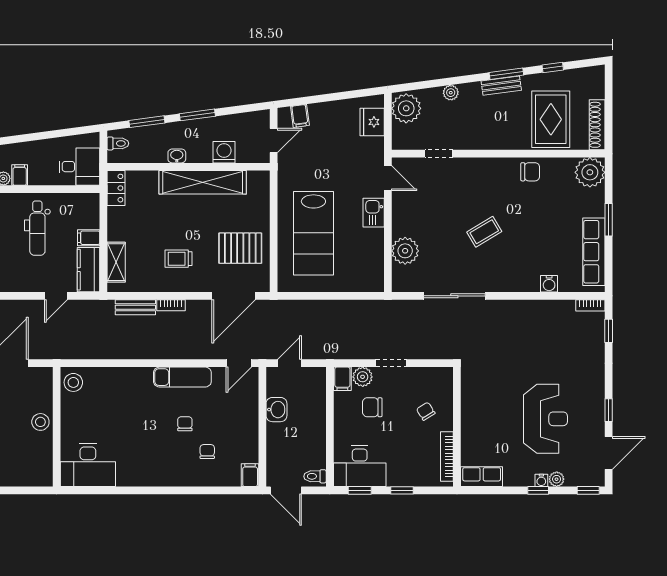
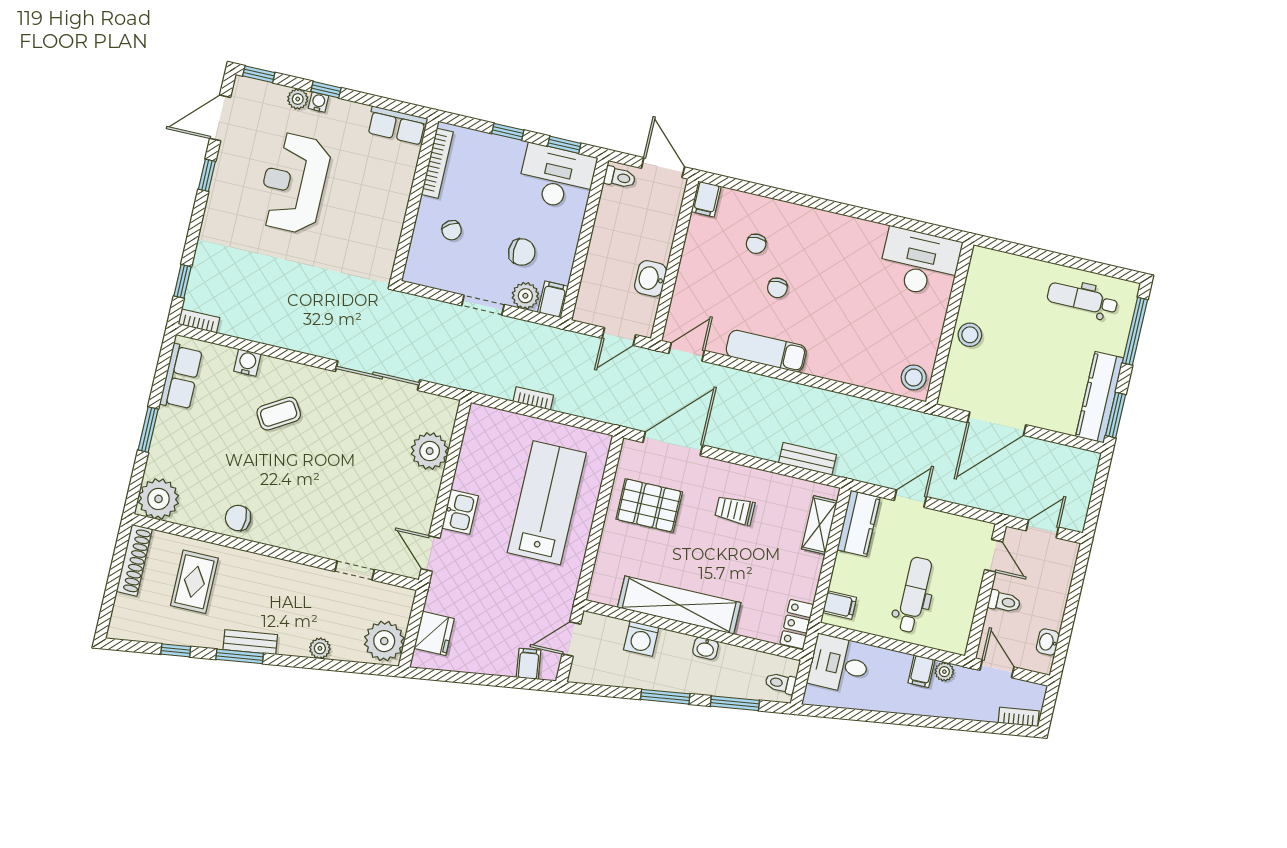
rug: (551, 119) -> (194, 582), width x0.73, depth x0.70
coffee table: (484, 232) -> (279, 414), moved
filing cabinet: (89, 238) -> (840, 605), moved
row of seats: (594, 252) -> (181, 377), width x0.68
trolley: (179, 259) -> (735, 510), turned 180
bookcase: (171, 305) -> (533, 398), moved

